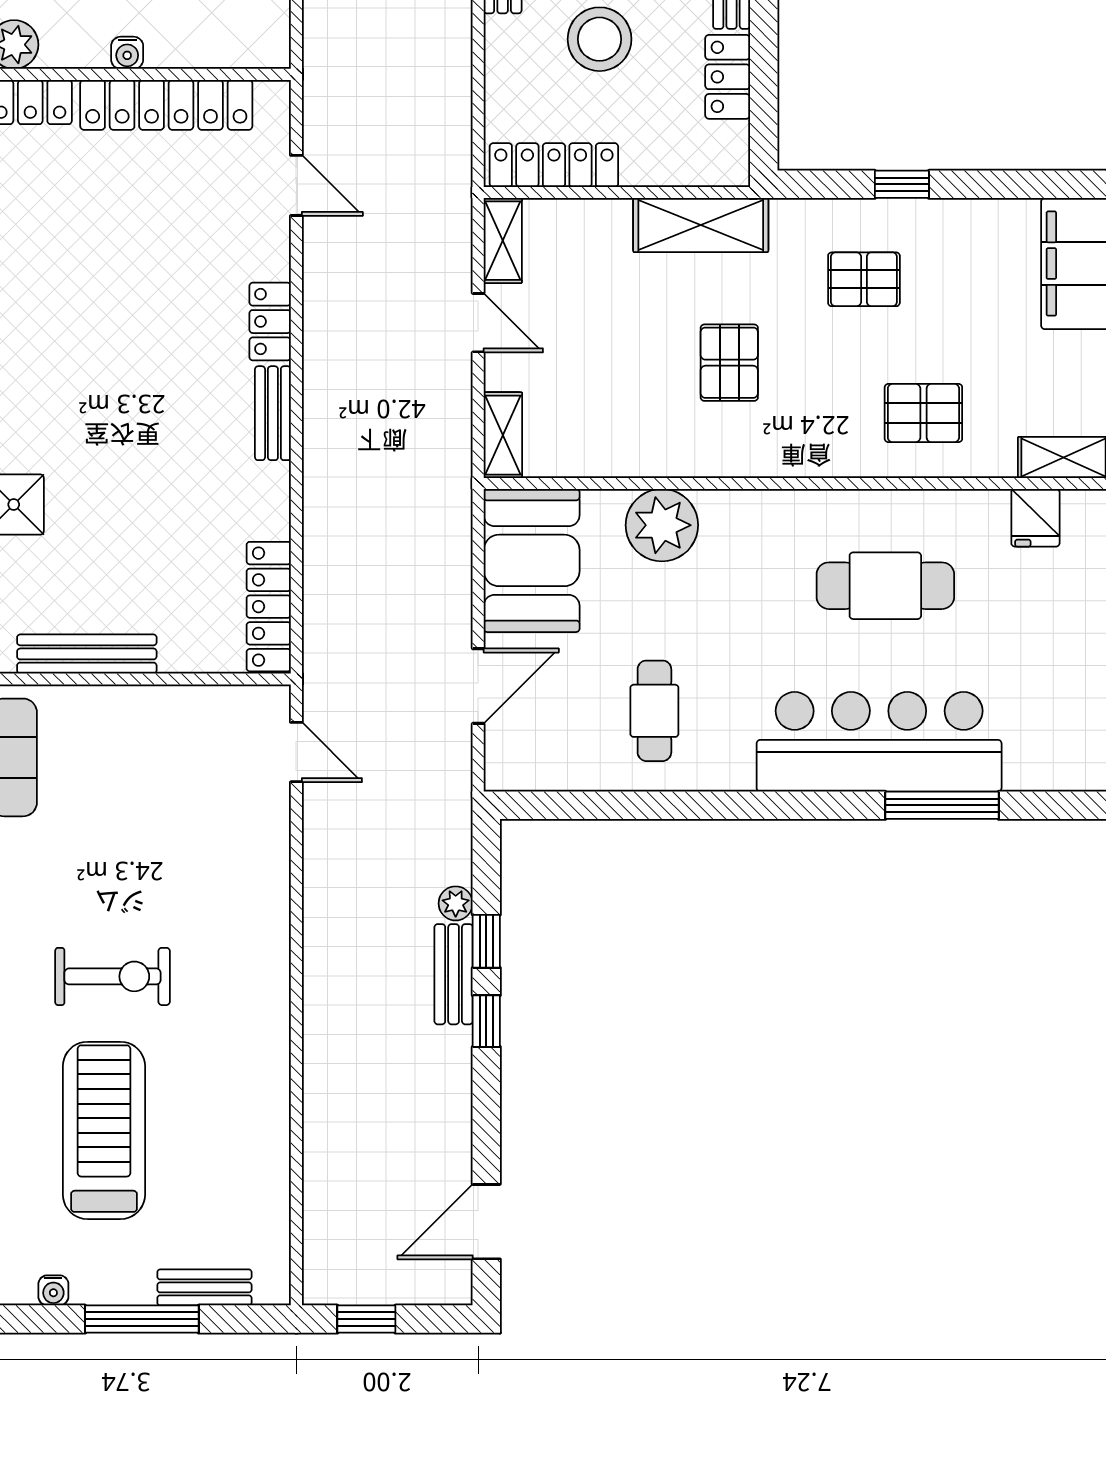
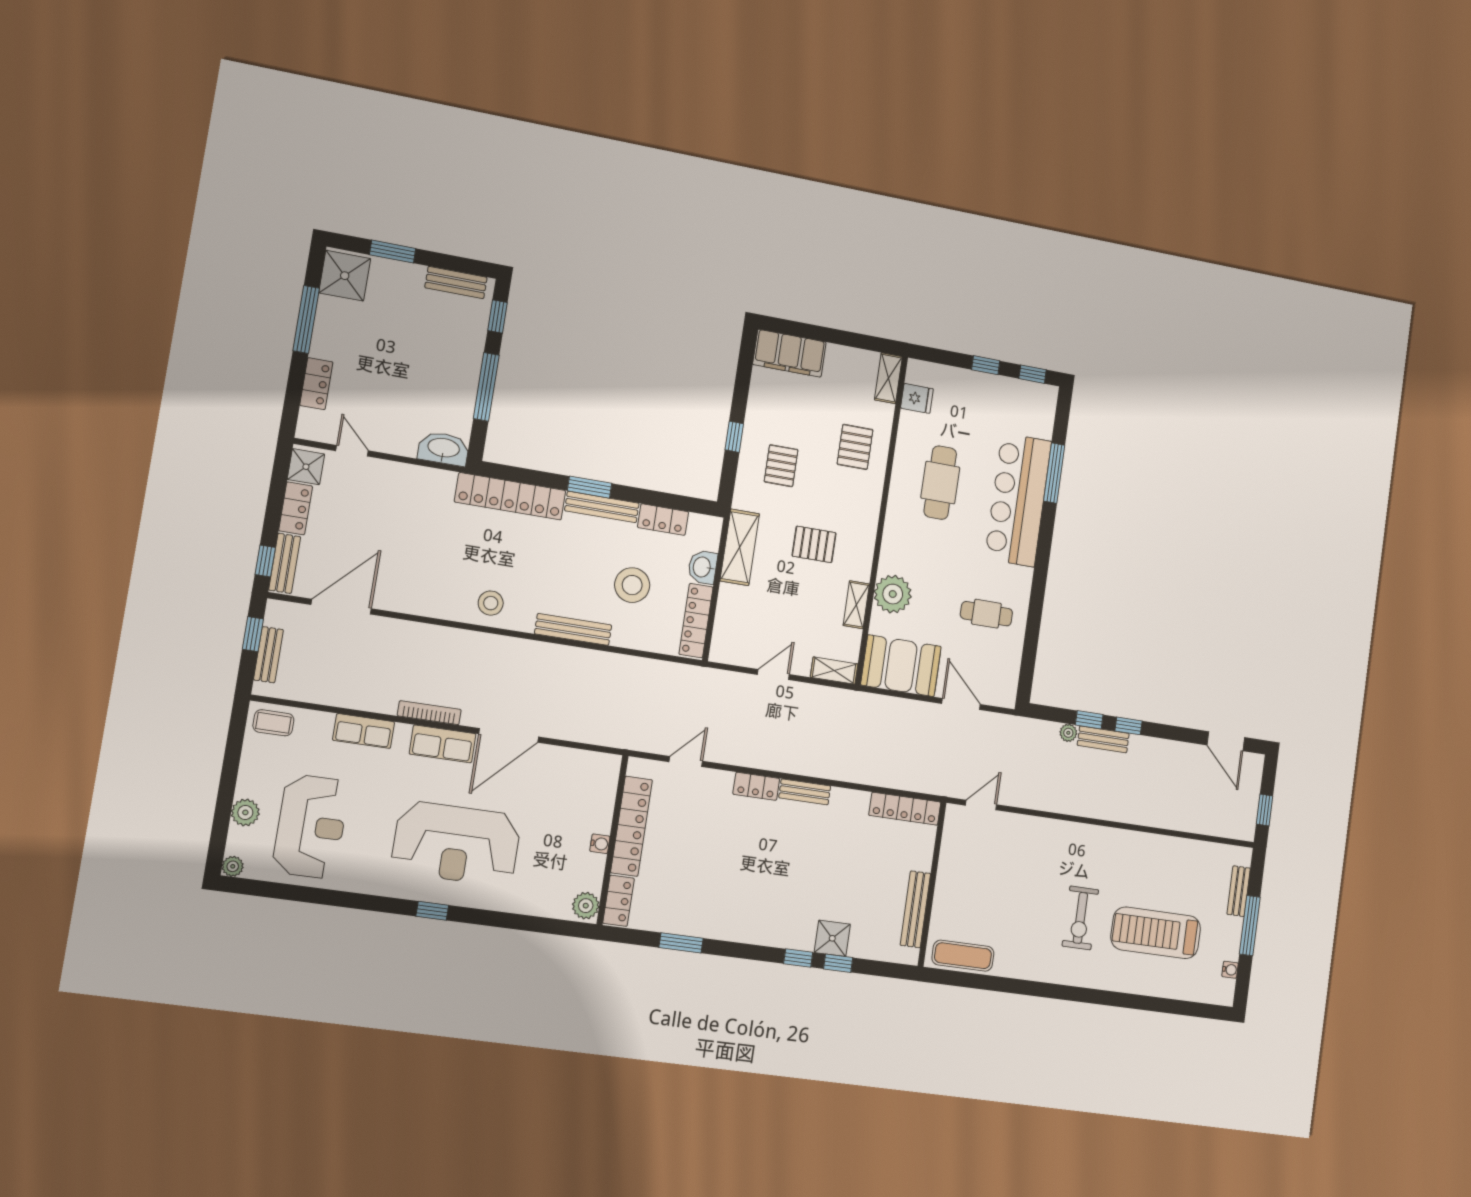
washbasin: (653, 162) -> (703, 567), added
shelving: (503, 241) -> (856, 605), moved, turned 90
exercise bike: (113, 976) -> (1080, 918), turned 180

